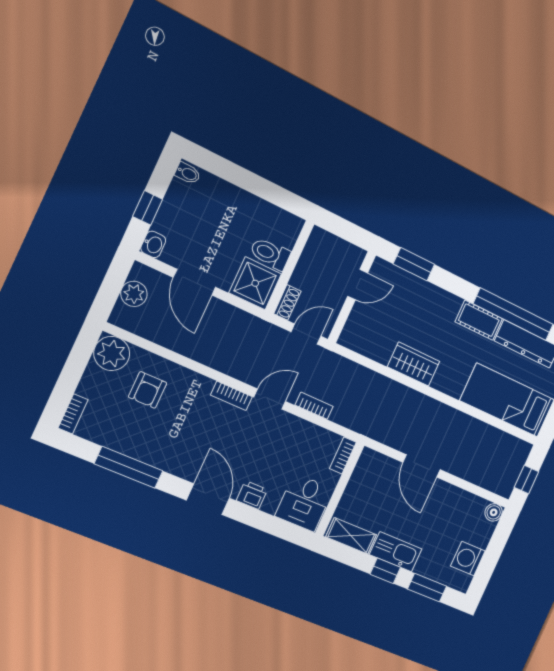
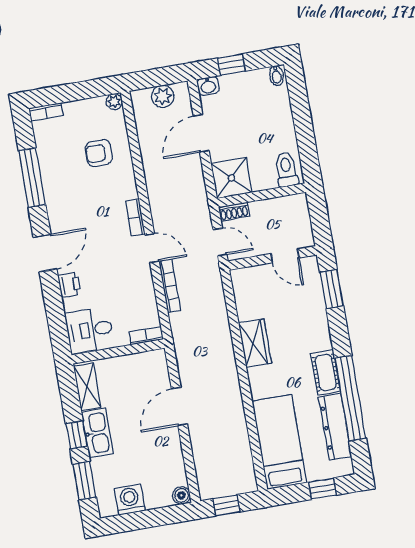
toilet: (270, 254) -> (286, 170), moved
plant: (112, 353) -> (114, 102), width x0.53, depth x0.53
bookcase: (314, 406) -> (170, 286), width x1.56

